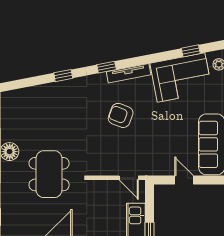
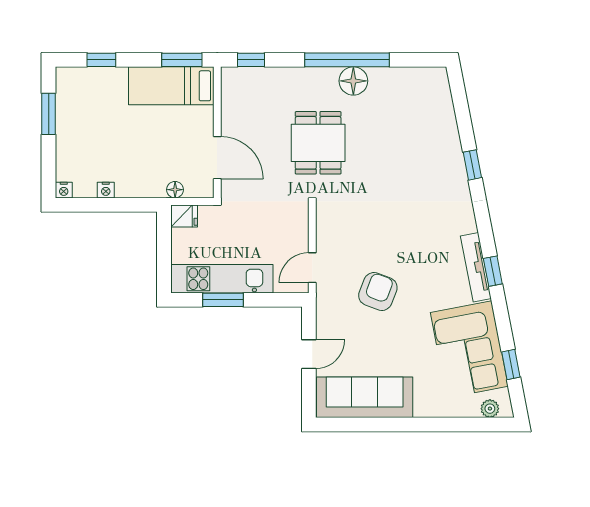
window: (107, 67) -> (493, 271), moved
armchair: (121, 115) -> (378, 292), moved
dining table: (49, 174) -> (318, 143), width x0.73

